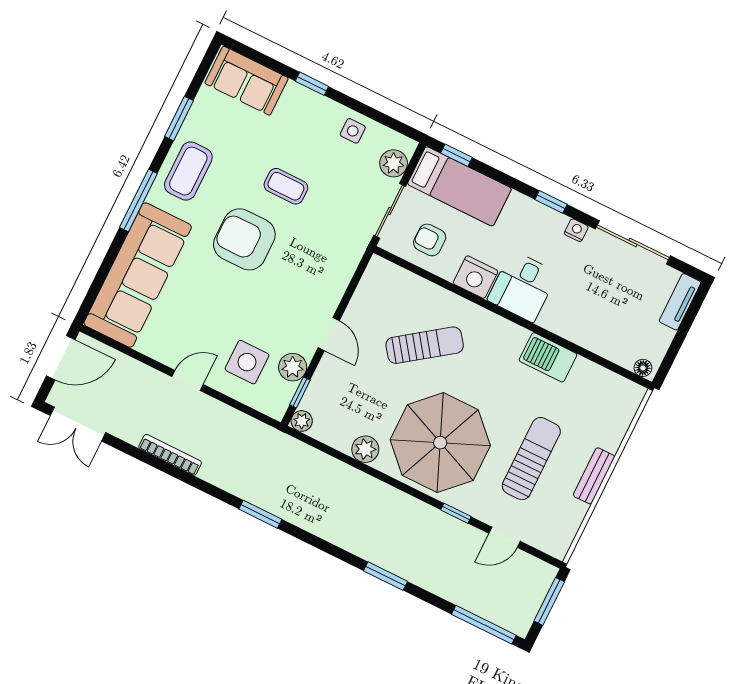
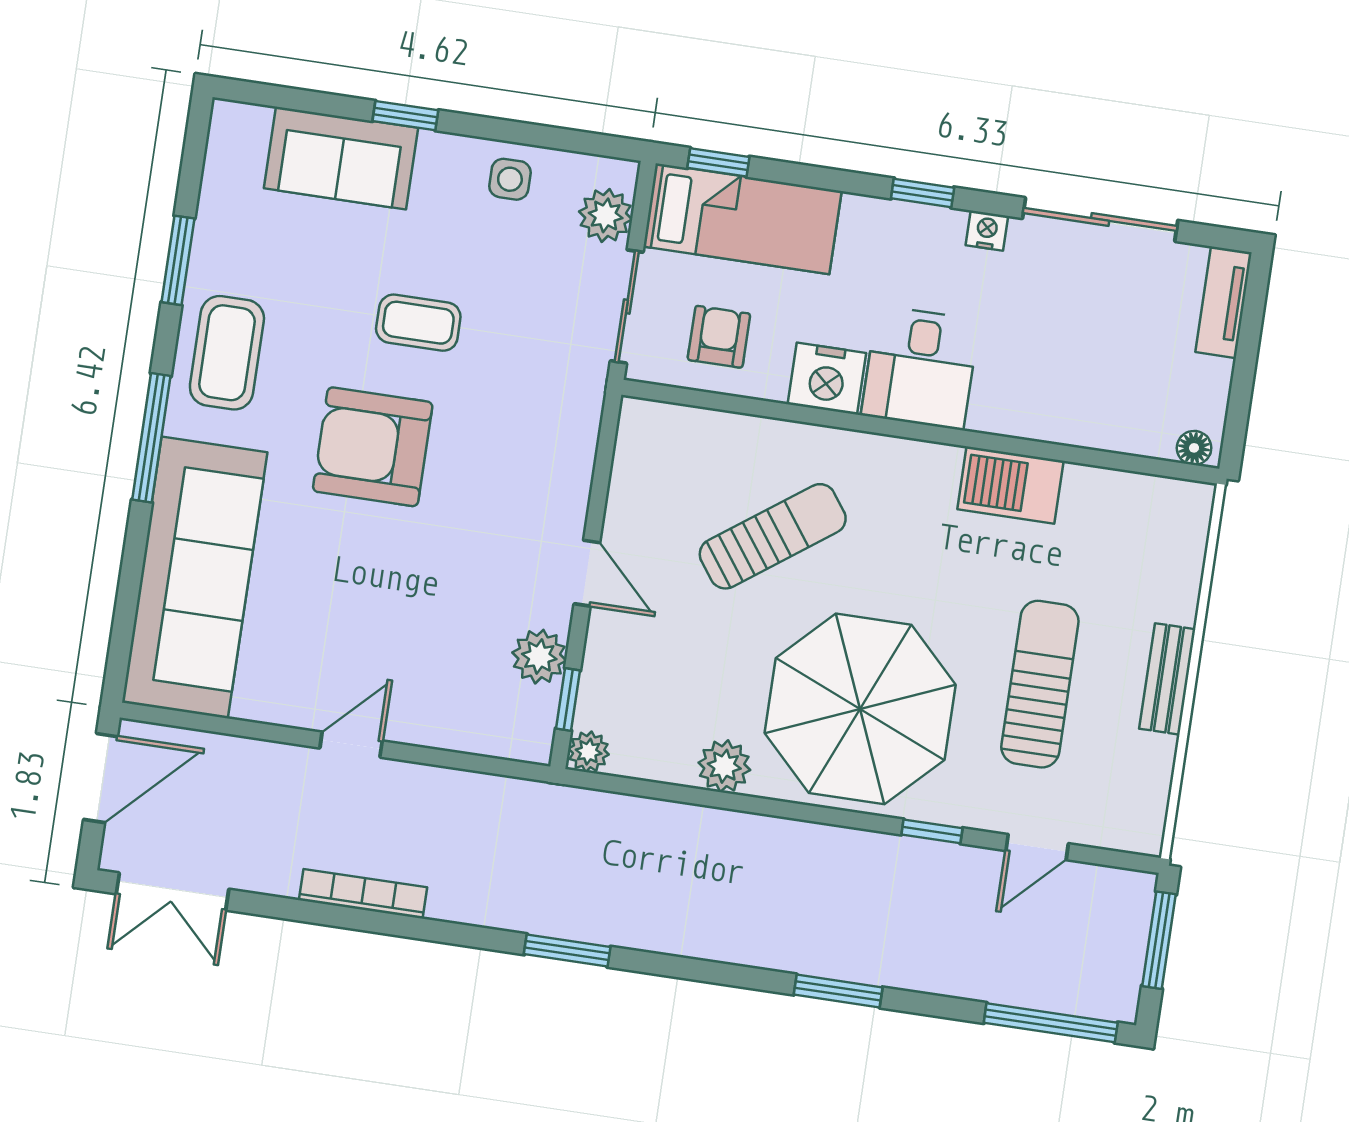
sofa: (247, 81) -> (341, 158), moved
armchair: (430, 240) -> (719, 337), turned 90
side table: (247, 362) -> (451, 674), removed

